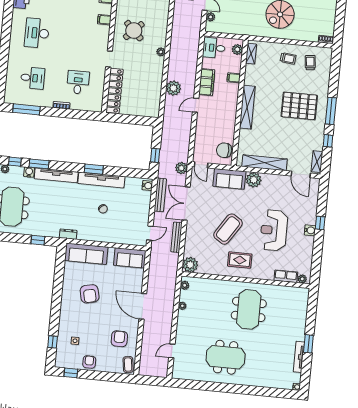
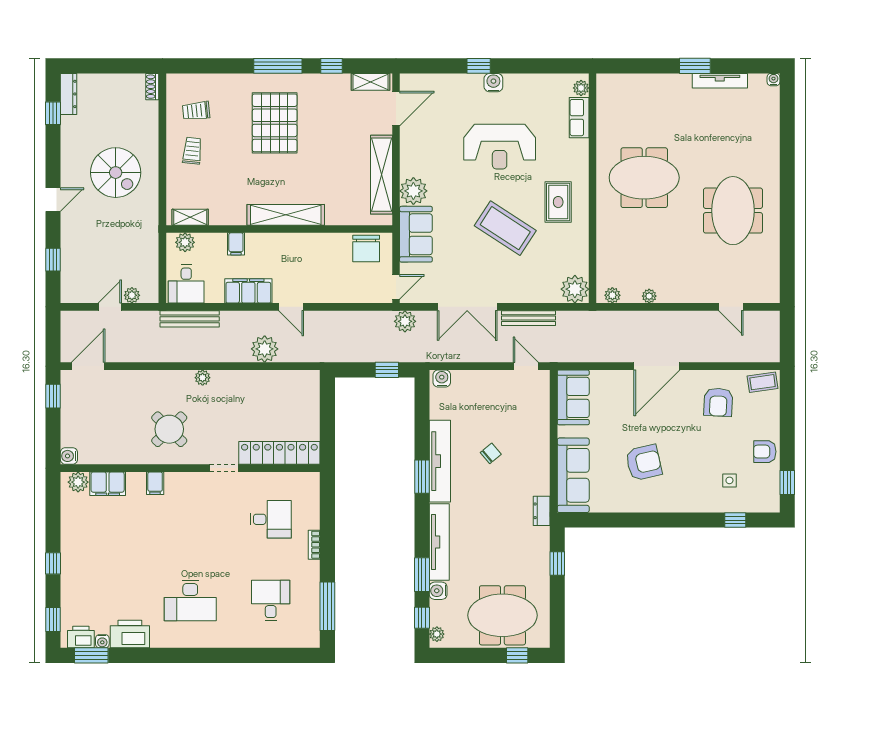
desk: (78, 82) -> (271, 519), turned 180
bench: (160, 195) -> (190, 319), moved
armchair: (119, 339) -> (718, 402), turned -87

